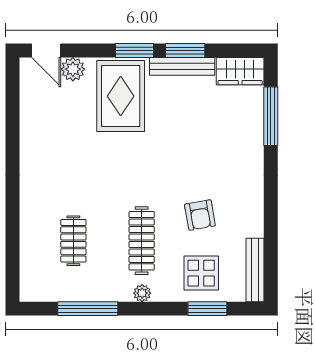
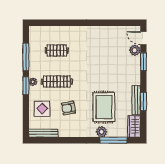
door: (46, 50) -> (143, 38), hinge flipped
window: (135, 50) -> (143, 62), moved
rug: (121, 96) -> (104, 107), moved, turned 90
plant: (252, 142) -> (102, 132), added
window: (207, 309) -> (26, 86), moved

